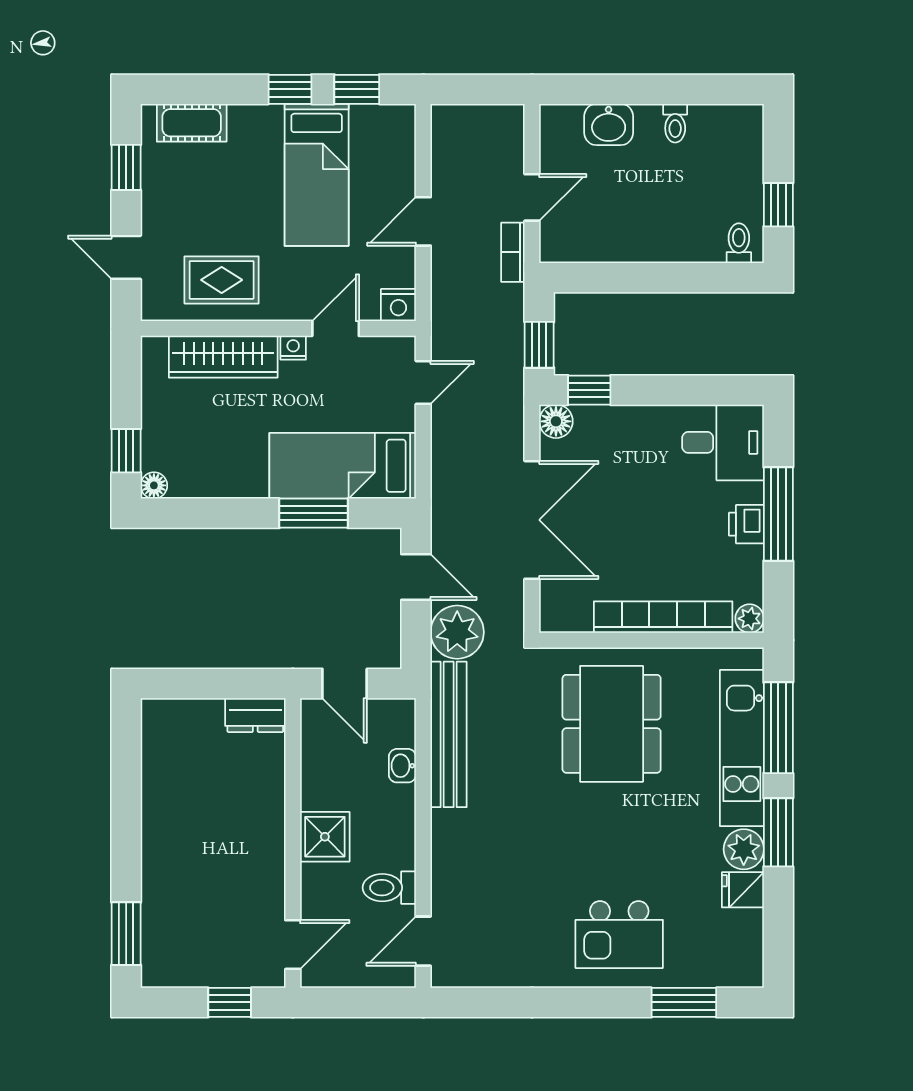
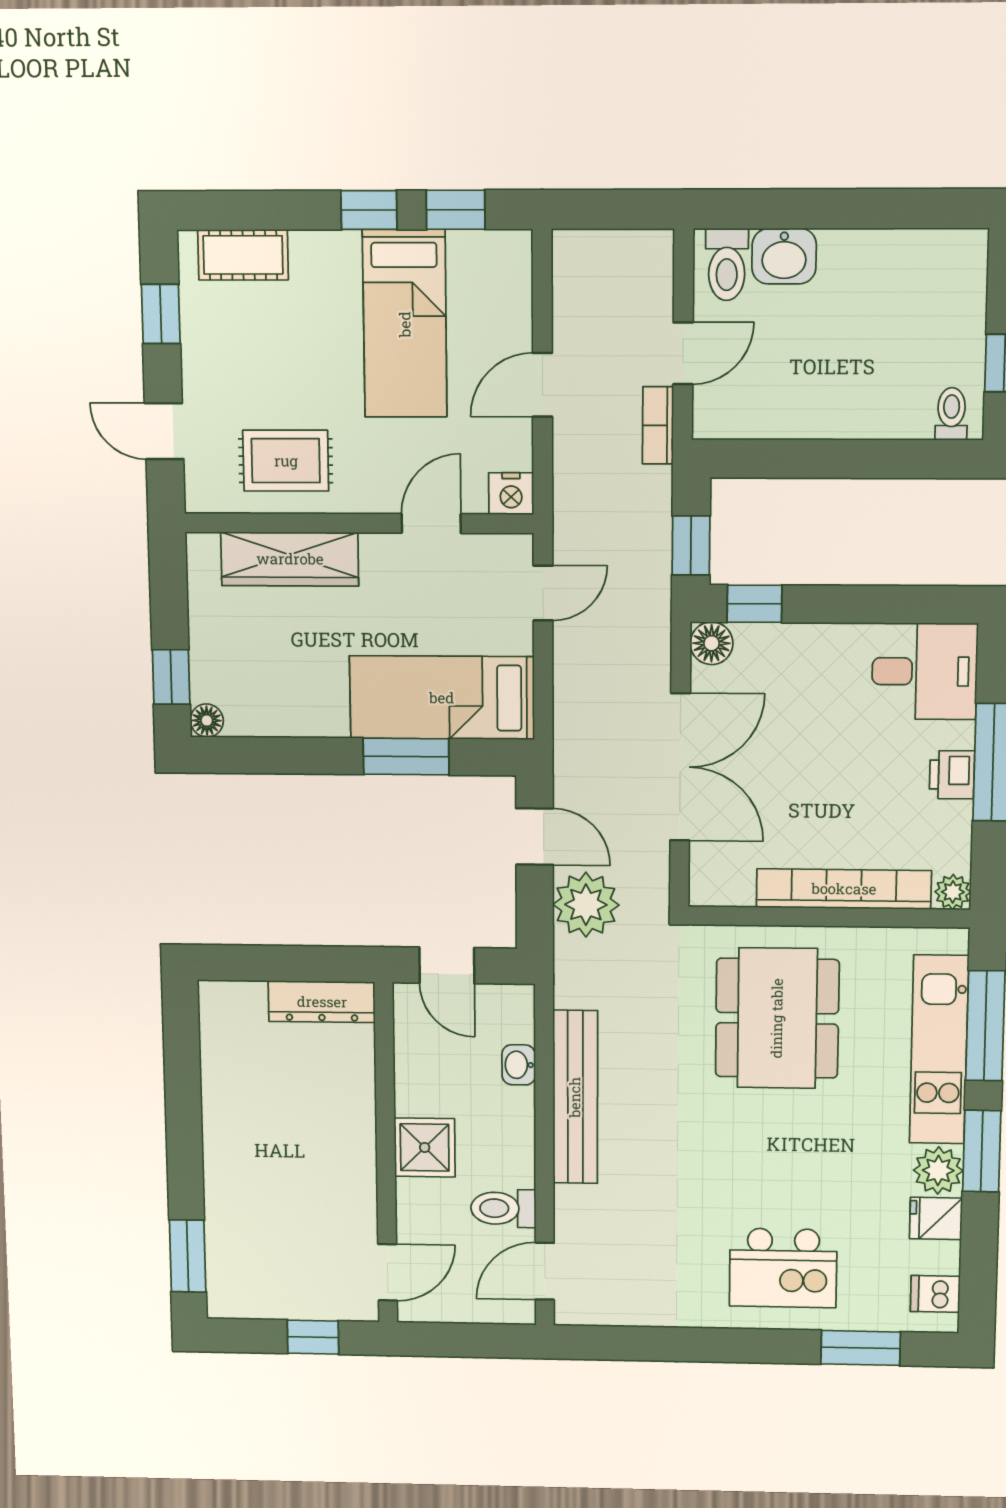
toilet: (675, 123) -> (727, 265), moved, width x1.37, depth x1.39
nightstand: (293, 348) -> (378, 548), removed
dresser: (255, 715) -> (322, 1002), width x1.44
bench: (449, 734) -> (575, 1097), moved
dishwasher: (744, 954) -> (935, 1294), added

